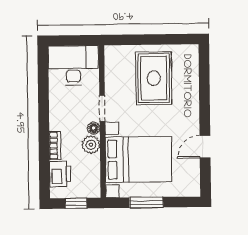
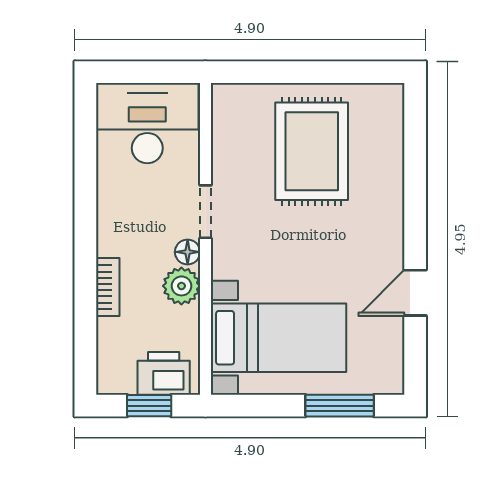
bed with nightstands: (139, 159) -> (278, 338), width x0.73
printer: (60, 174) -> (164, 373), moved, turned -90
window: (146, 202) -> (340, 406), moved

